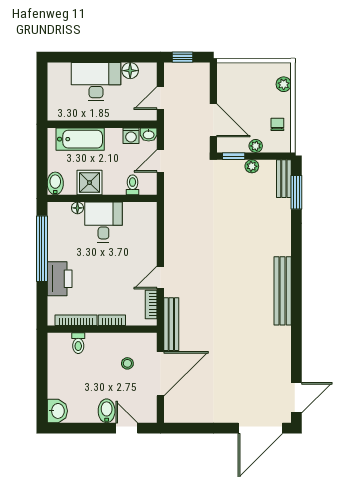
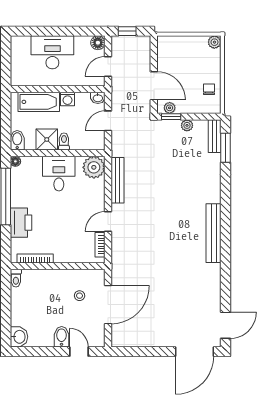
floor lamp: (130, 71) -> (98, 43), moved
plant: (284, 84) -> (214, 42), moved
washing machine: (131, 136) -> (68, 99), moved
plant: (256, 146) -> (170, 108), moved
toilet: (133, 185) -> (64, 141), moved
floor lamp: (77, 208) -> (15, 161), moved
plant: (144, 215) -> (94, 167), added
bookcase: (112, 320) -> (66, 258), removed
bench: (171, 324) -> (117, 180), moved
toilet: (78, 343) -> (16, 278), moved

